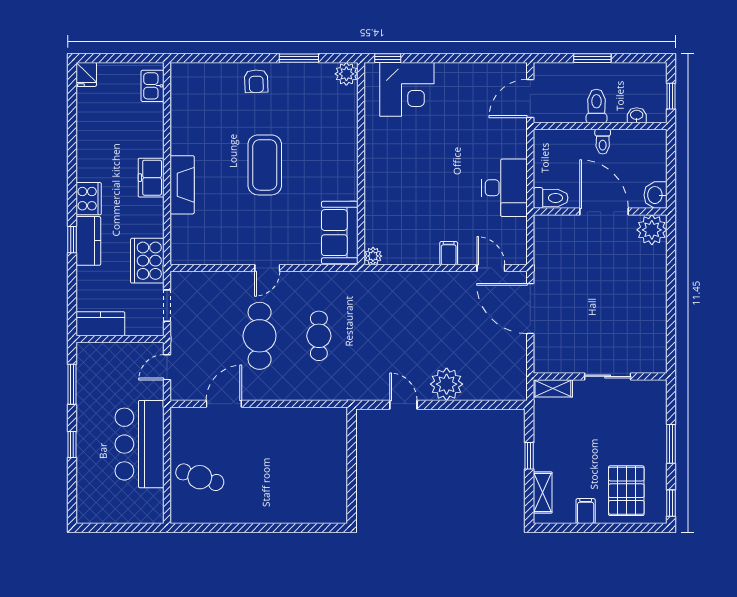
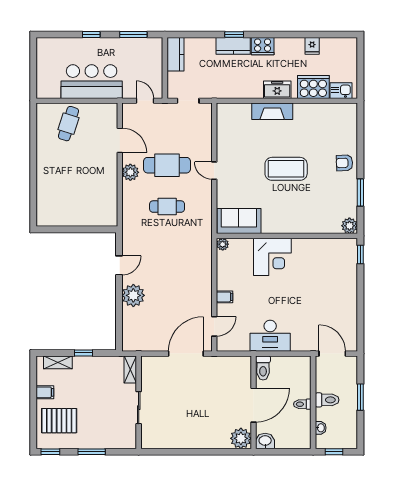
fridge: (86, 74) -> (312, 46), moved, turned -90
corner desk: (407, 89) -> (272, 257), moved, turned -90
cooker: (147, 261) -> (313, 87), moved
plant: (270, 388) -> (130, 172), added

